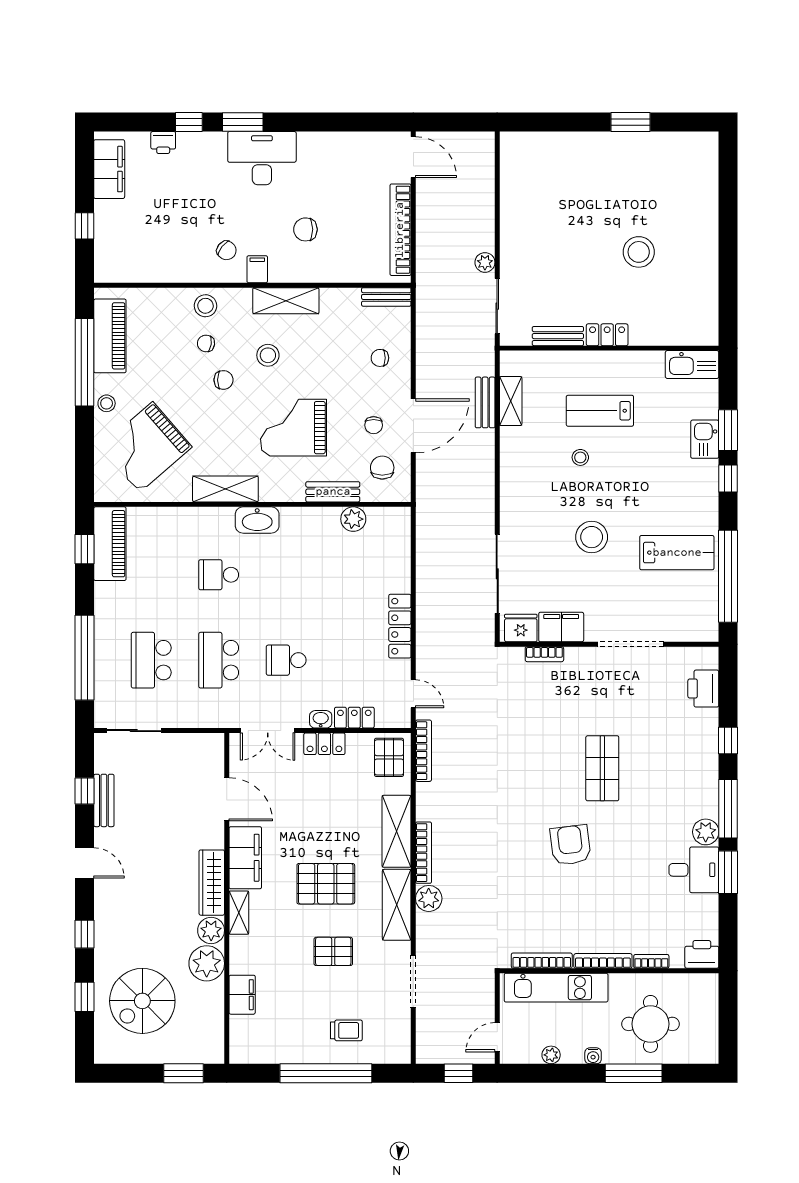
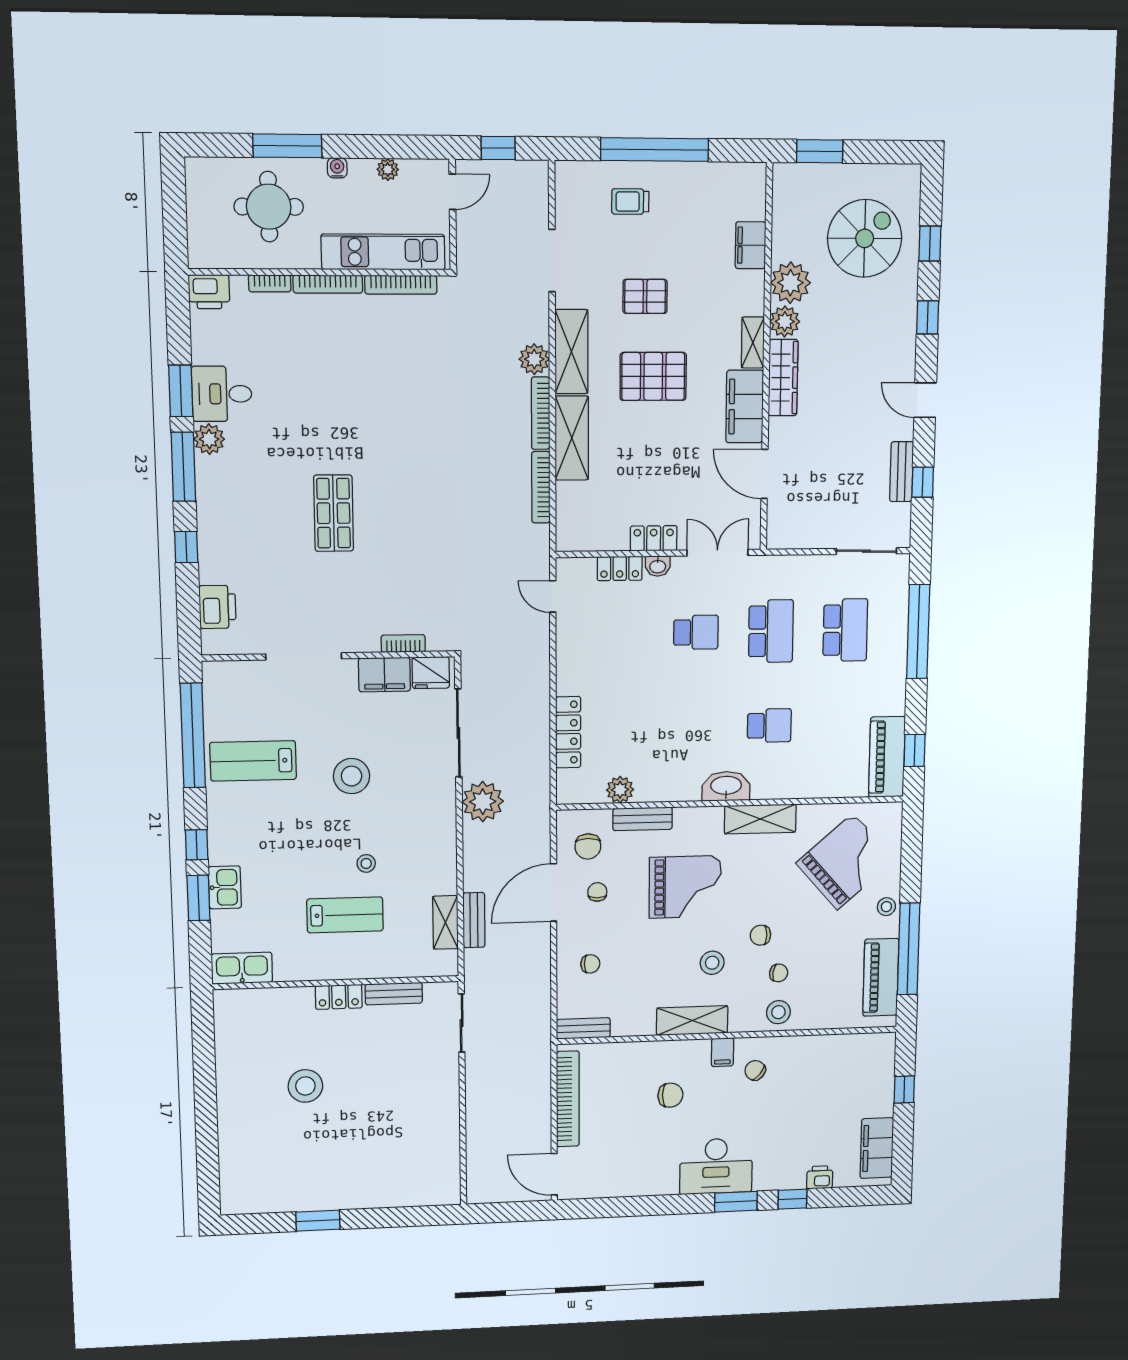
plant: (485, 262) -> (483, 802), moved, width x1.88, depth x1.88
locker: (400, 626) -> (568, 732), moved
bookcase: (423, 751) -> (541, 487), moved
pallet: (389, 757) -> (580, 524), removed
armchair: (570, 845) -> (369, 423), removed

